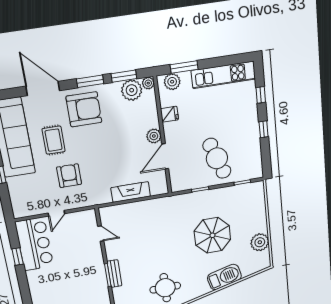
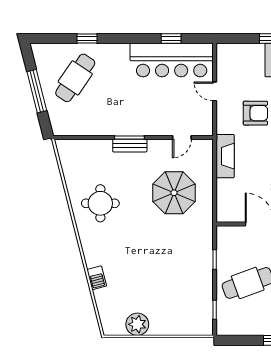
fireplace: (131, 192) -> (225, 156), moved
parasol: (212, 235) -> (174, 193), moved
bar counter: (34, 244) -> (172, 60), width x1.36
barbecue: (224, 277) -> (97, 278), width x0.53, depth x0.65

